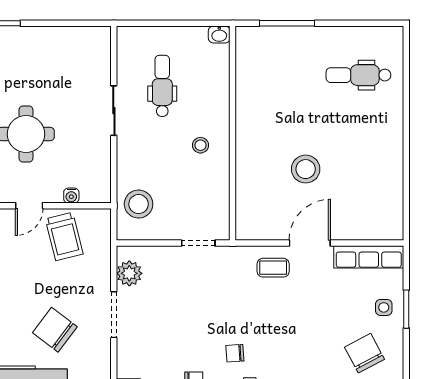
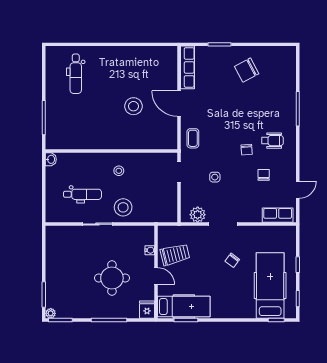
dental chair: (162, 86) -> (82, 194), turned 180
stool: (139, 204) -> (123, 207), moved
coffee table: (273, 268) -> (193, 138), moved
side table: (384, 307) -> (215, 177), moved
chair: (55, 330) -> (232, 260), width x0.54, depth x0.54

